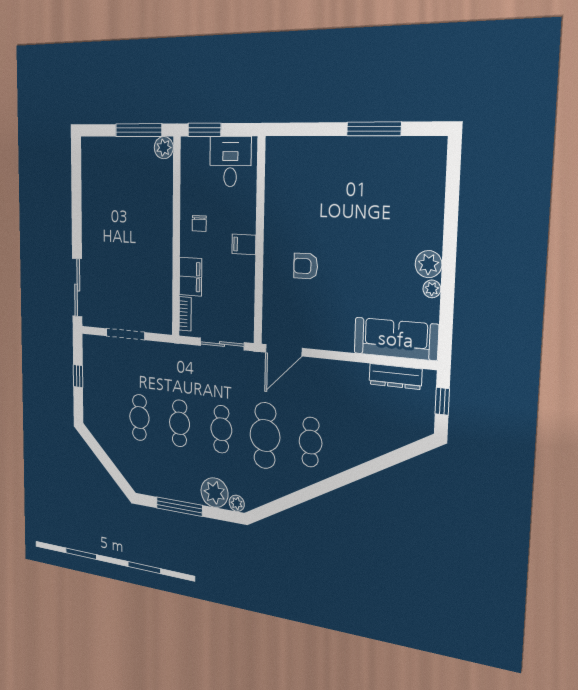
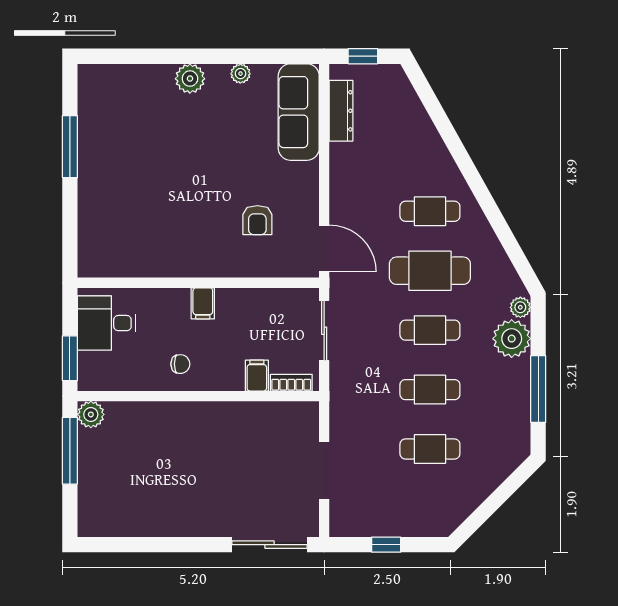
plant: (428, 264) -> (190, 79), moved
armchair: (306, 266) -> (257, 220), moved
filing cabinet: (190, 277) -> (257, 376), width x0.50

